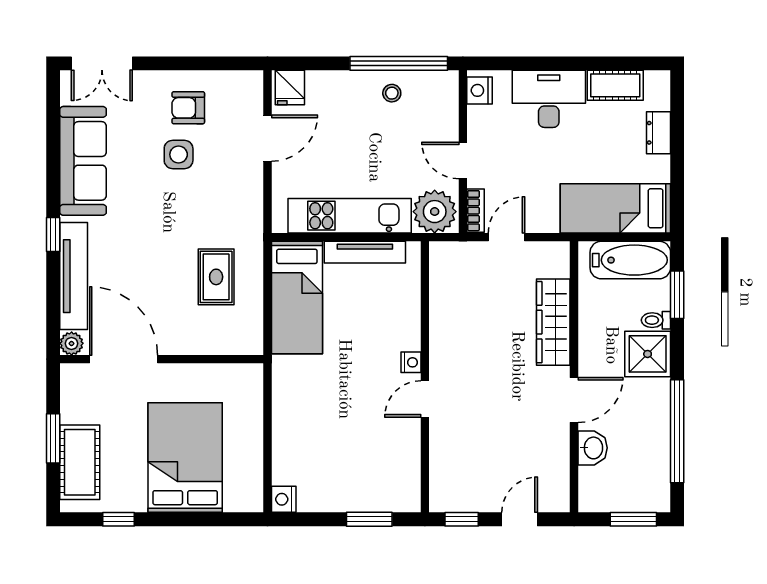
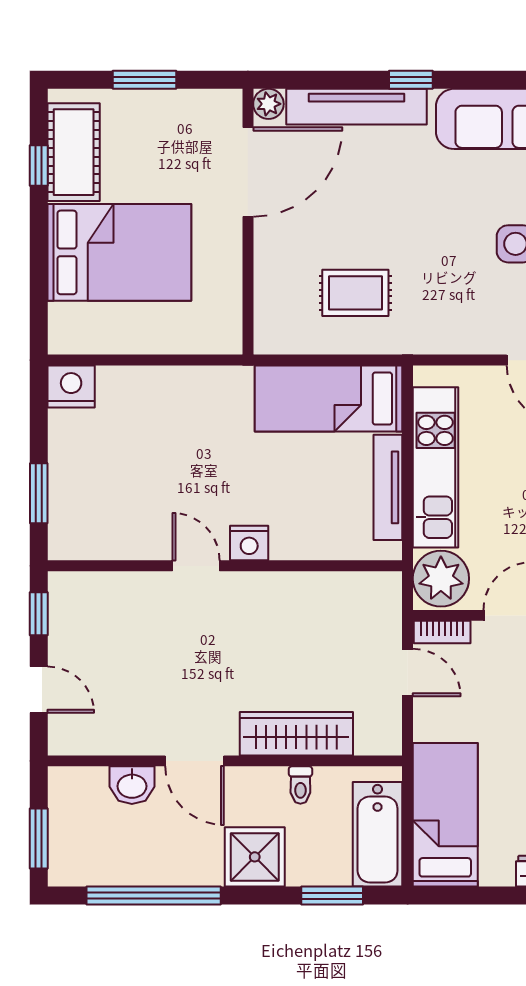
toilet: (656, 320) -> (300, 785), moved, turned 180
nightstand: (411, 362) -> (249, 543), width x1.39, depth x1.35
cot: (80, 462) -> (74, 152), moved, turned 90
nightstand: (284, 499) -> (71, 386), width x1.36, depth x1.33

